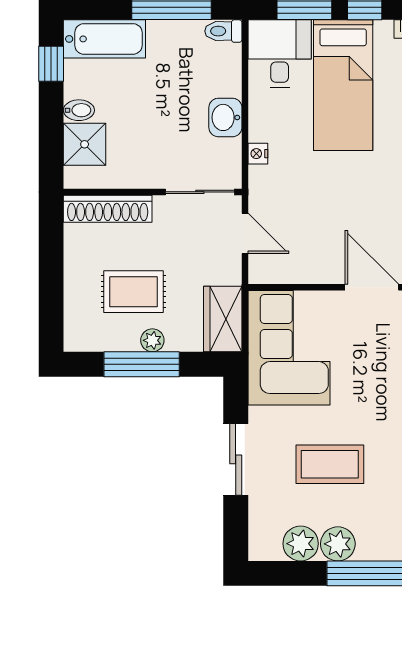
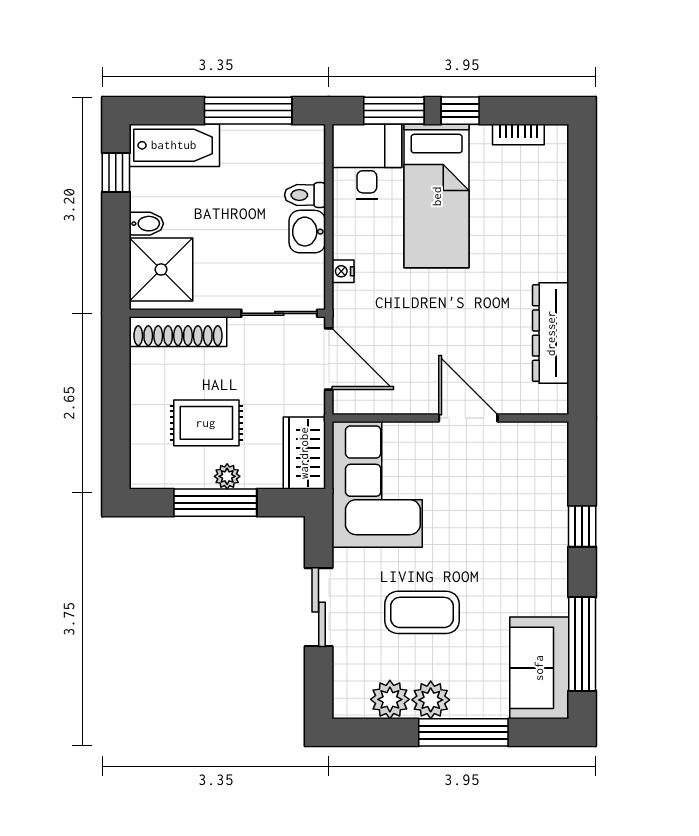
toilet: (223, 31) -> (305, 195), moved
shower: (85, 144) -> (161, 269), width x1.36, depth x1.36
door: (245, 233) -> (329, 359), width x1.38

